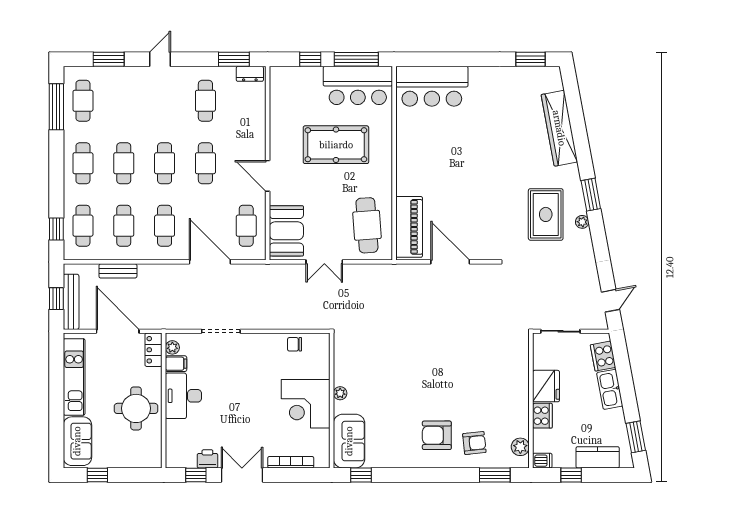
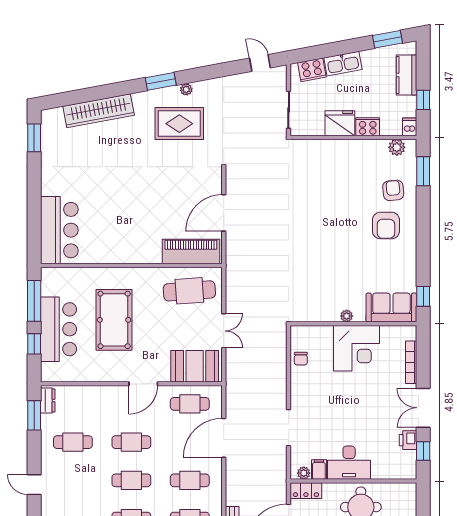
bar counter: (358, 85) -> (59, 329), moved

